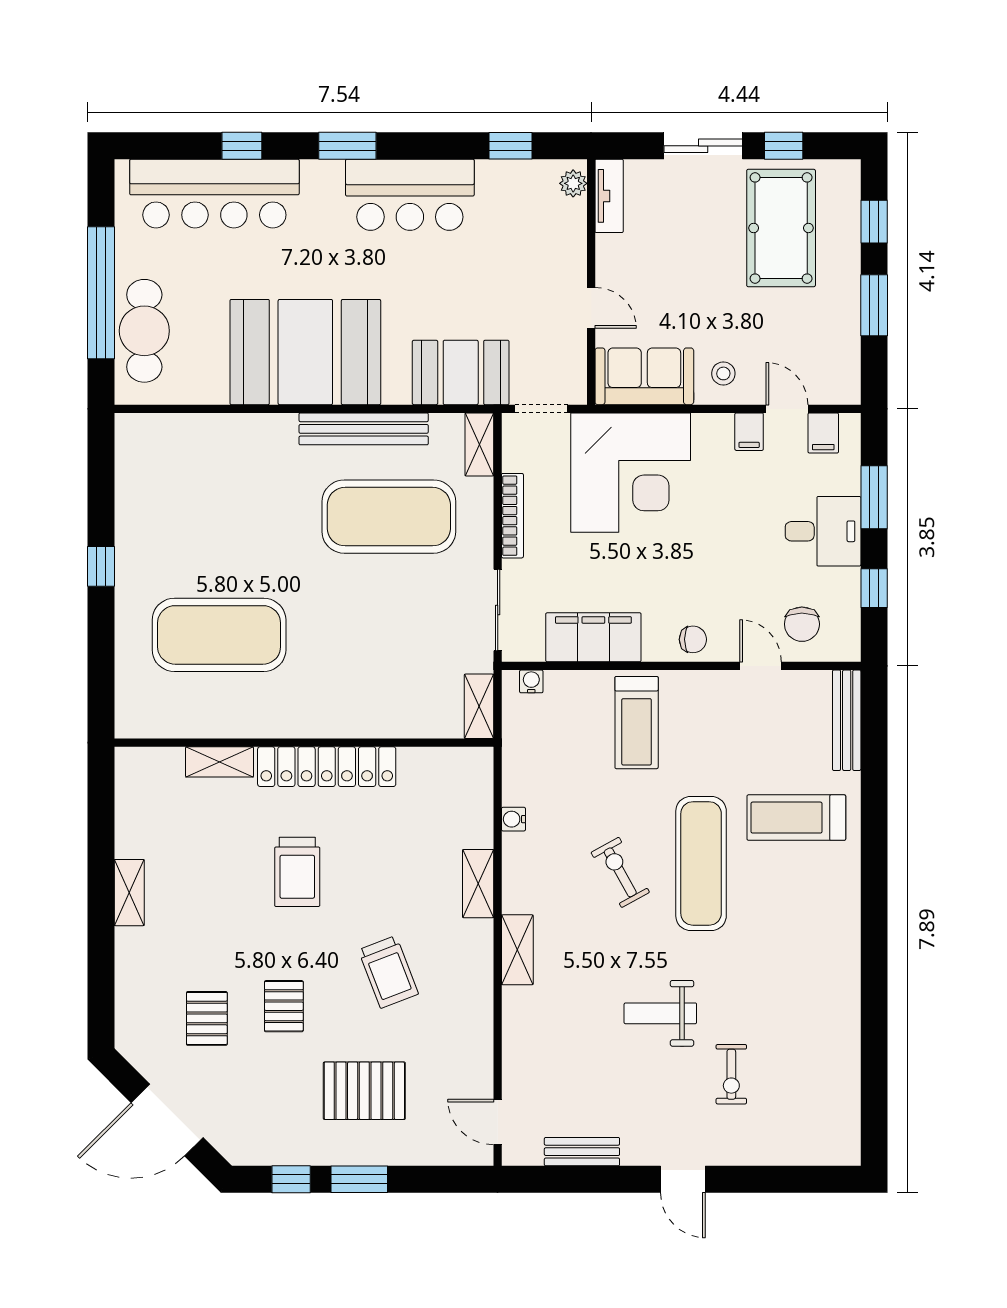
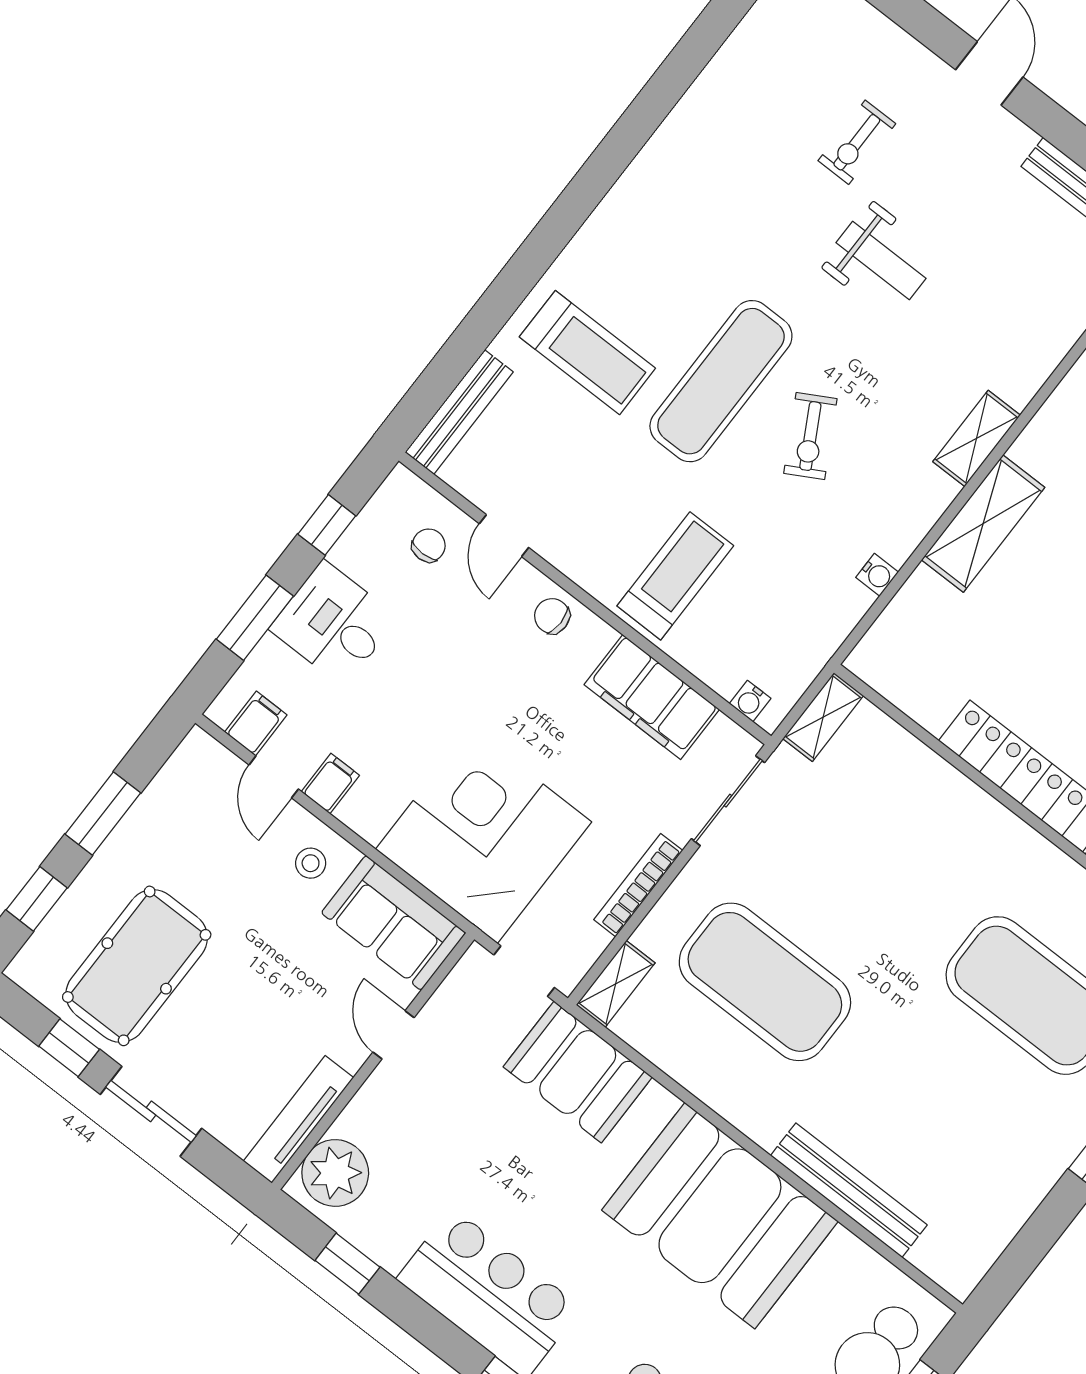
plant: (573, 183) -> (335, 1173), width x1.88, depth x1.88
tv unit: (609, 196) -> (299, 1119), width x1.41
bench: (364, 429) -> (849, 1190), moved
chair: (802, 624) -> (429, 545), width x0.73, depth x0.73
shelving: (478, 884) -> (983, 524), width x1.50, depth x1.33
exercise bike: (731, 1074) -> (857, 142), turned 180

